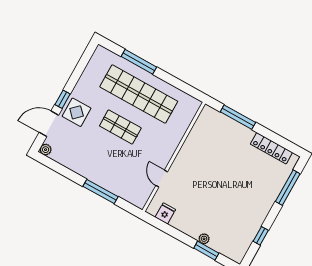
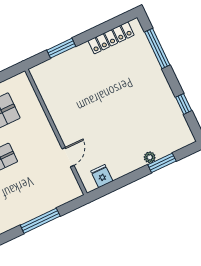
window: (238, 117) -> (61, 48), width x0.69
door: (162, 179) -> (68, 157), swing flipped

